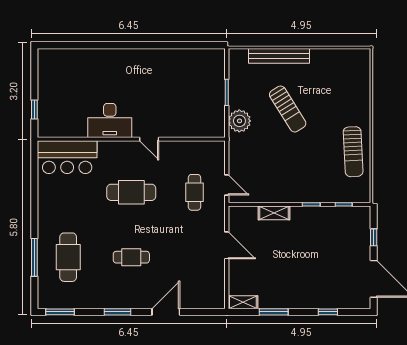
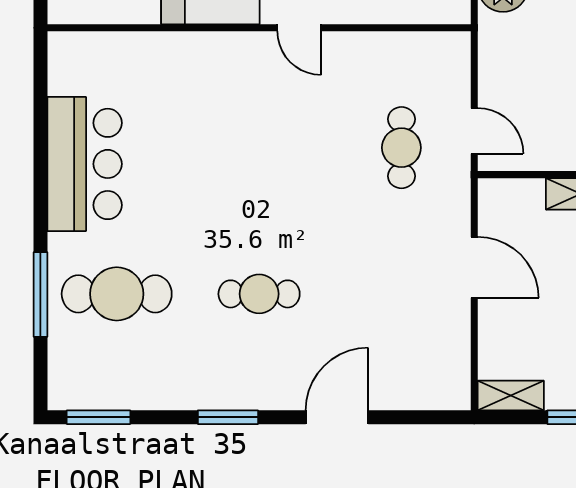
bar counter: (67, 157) -> (85, 164), moved, turned -90
cafe table: (131, 192) -> (259, 148), removed
cafe table: (68, 257) -> (117, 294), turned 90

